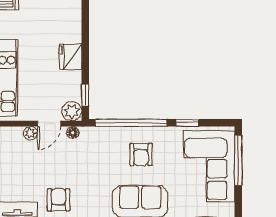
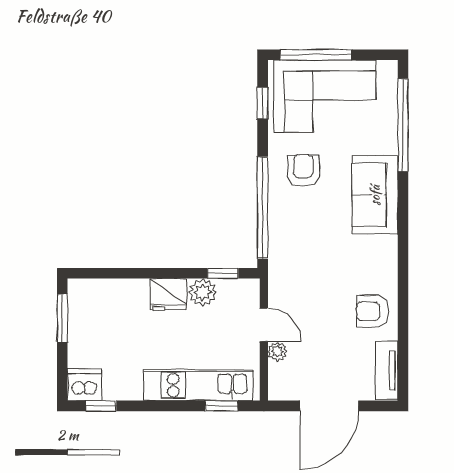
plant: (72, 111) -> (203, 292), moved
window: (187, 123) -> (263, 103), moved
floor lamp: (73, 133) -> (277, 291), removed
armchair: (141, 154) -> (303, 171), moved, turned -90

